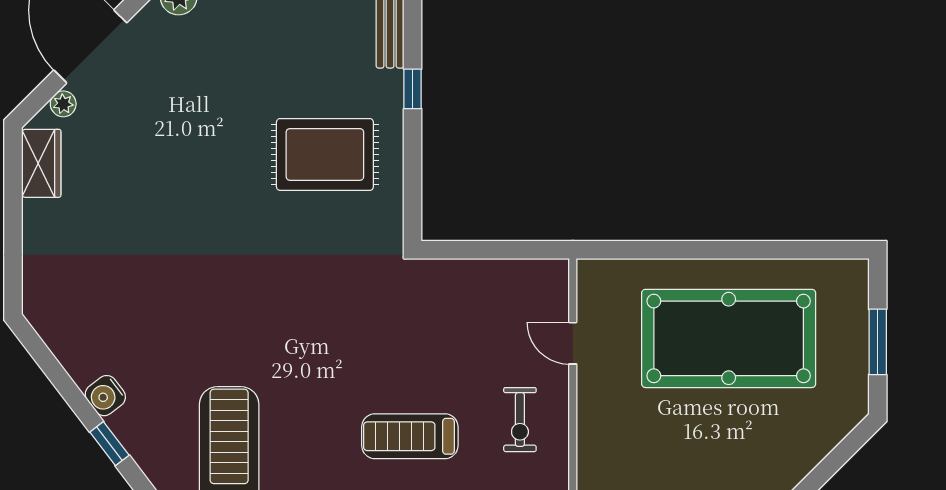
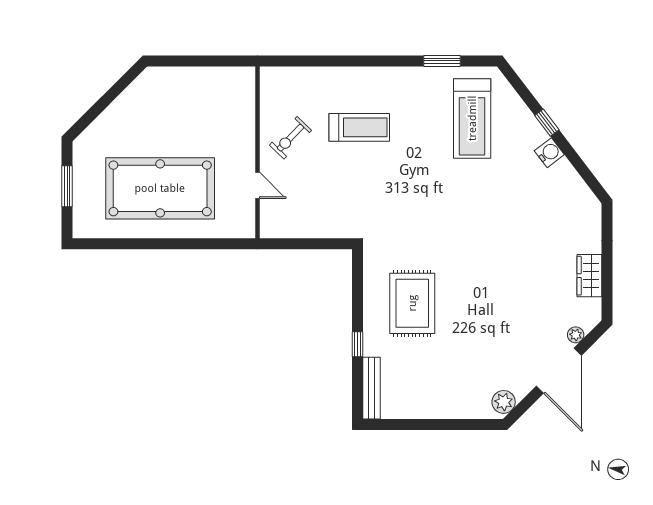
rug: (325, 154) -> (412, 303), turned 90
wardrobe: (41, 163) -> (589, 276), moved
exercise bike: (520, 420) -> (290, 138), turned -136

